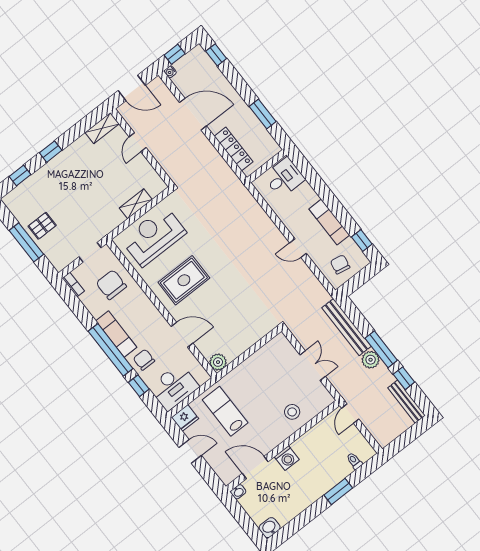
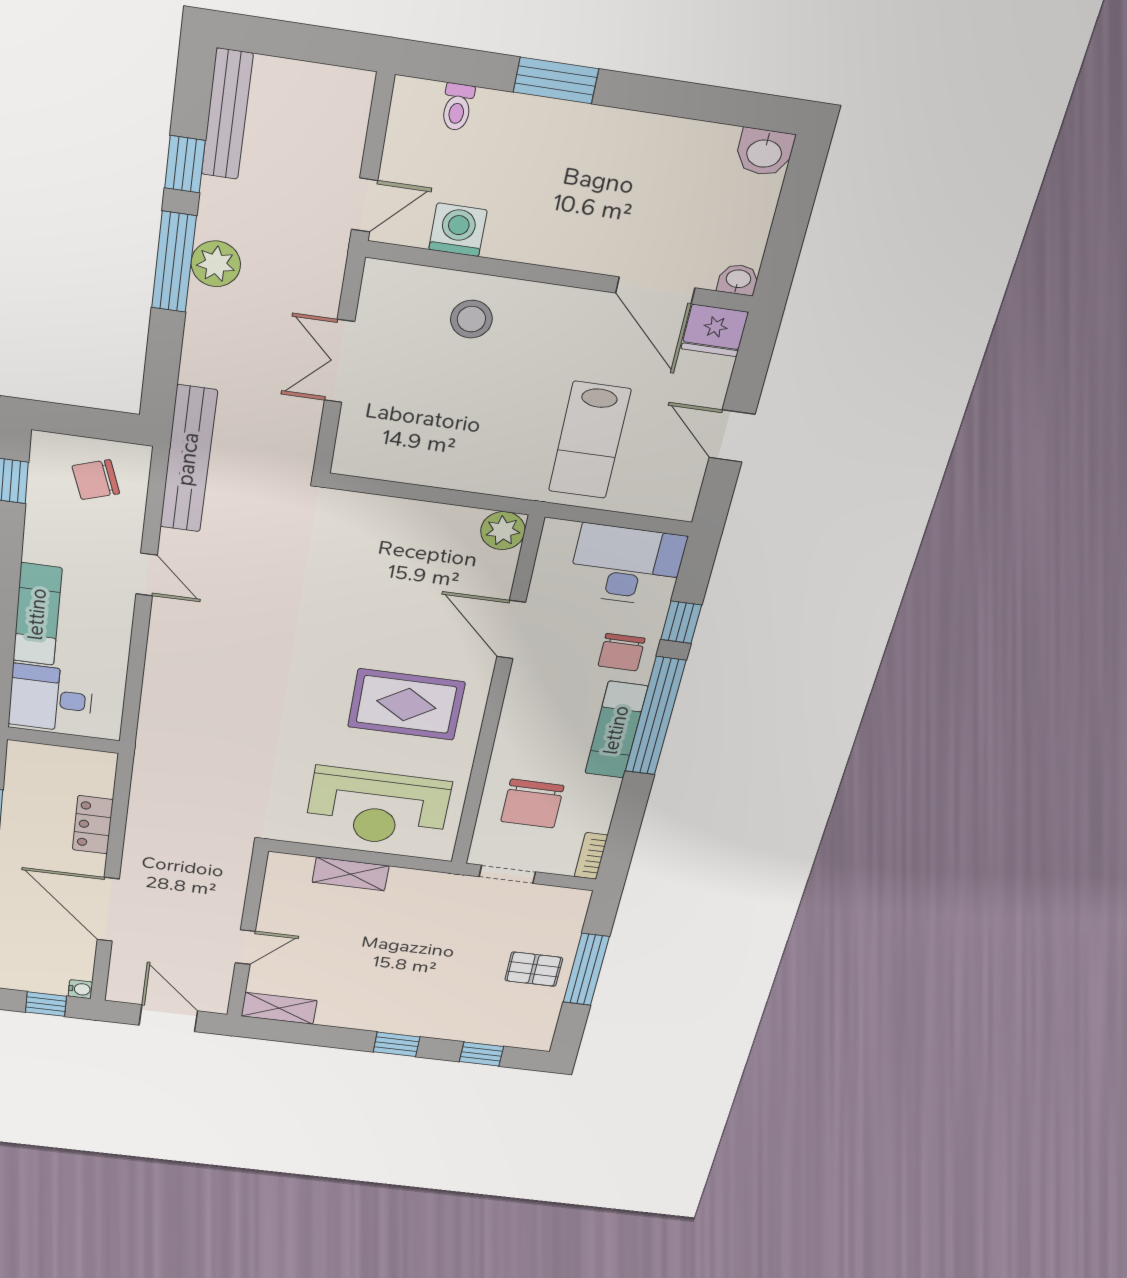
locker: (234, 149) -> (93, 825), width x0.66
exam couch: (329, 222) -> (37, 614), moved
chair: (340, 264) -> (96, 480), turned 60
bench: (346, 327) -> (188, 459), moved
fridge: (185, 418) -> (715, 330), moved, turned 180
washing machine: (287, 458) -> (458, 230), moved

